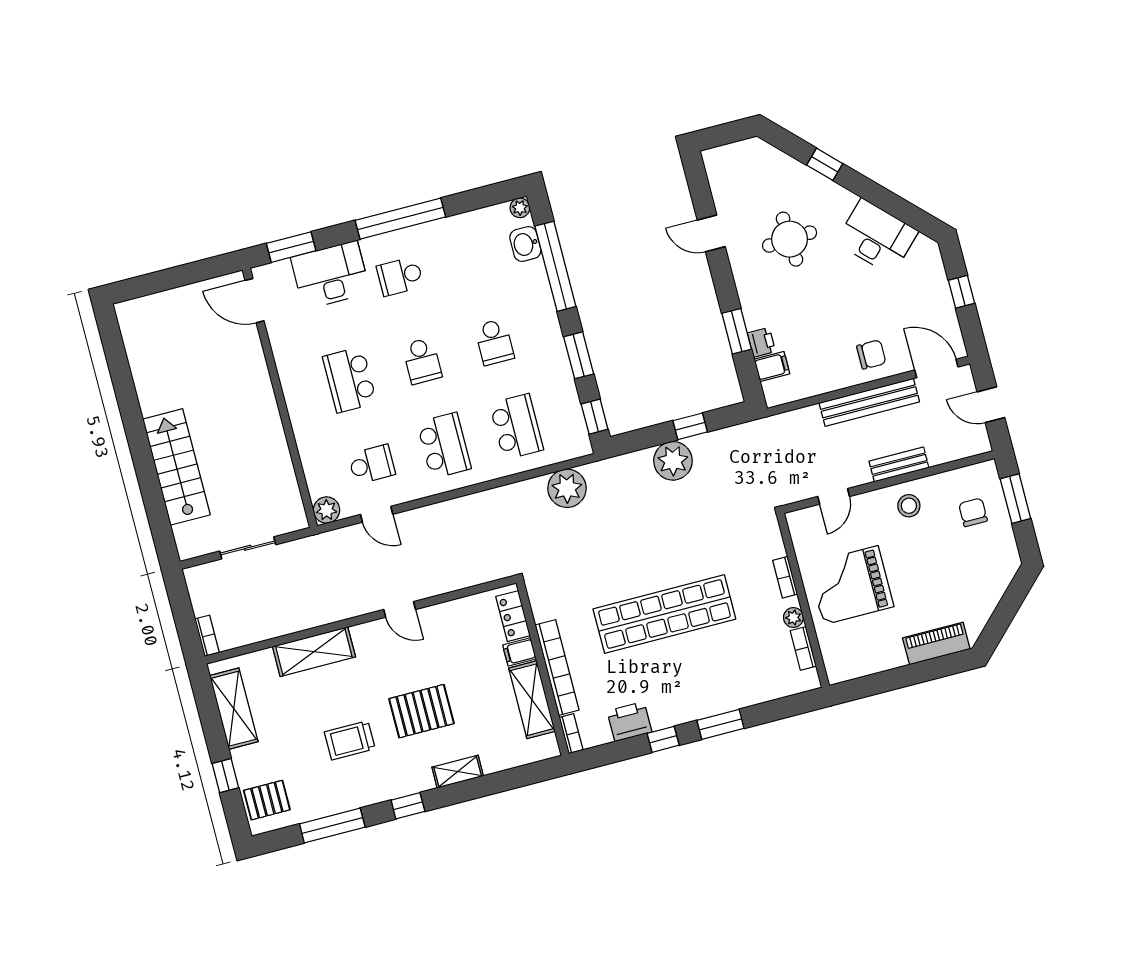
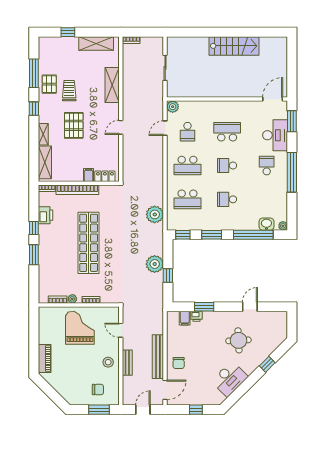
stairs: (176, 467) -> (234, 46), moved
shelving: (532, 700) -> (45, 162), moved, turned 90
pallet: (267, 800) -> (49, 84), moved

